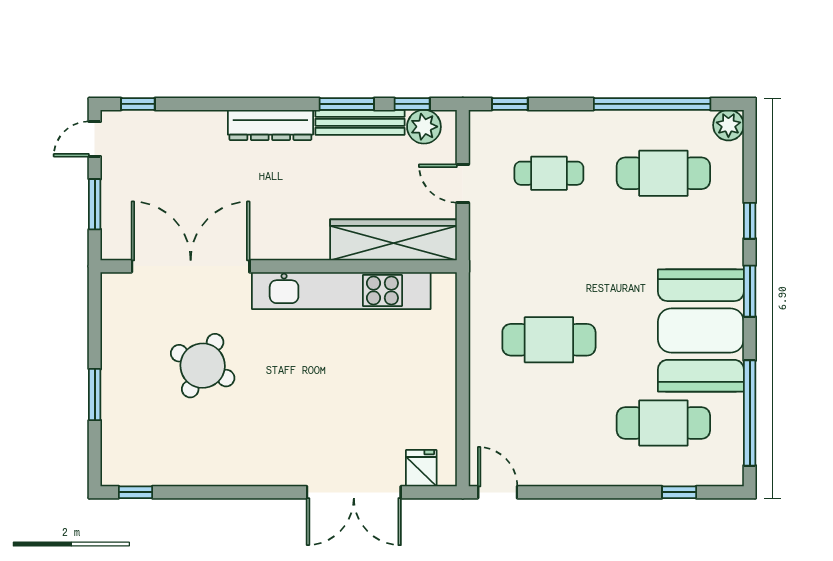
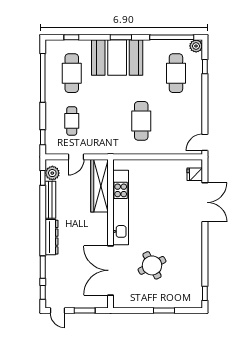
window: (347, 104) -> (43, 267), moved
plant: (728, 125) -> (196, 46), moved
window: (750, 221) -> (71, 37), moved
booth: (701, 330) -> (117, 58), moved
round table: (203, 366) -> (152, 265), turned 35

